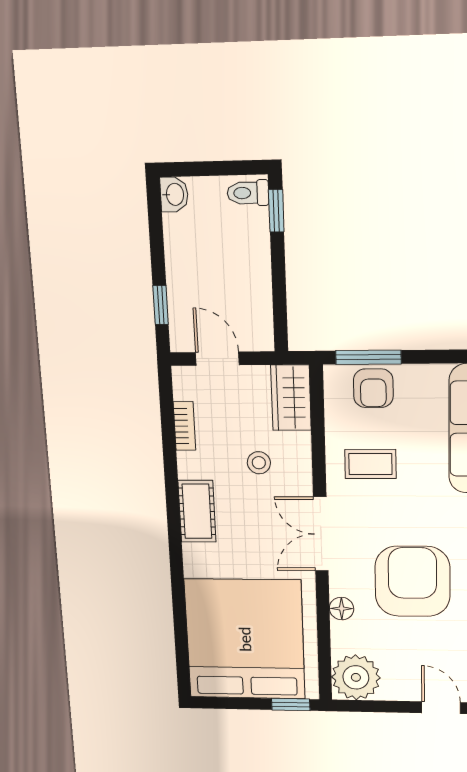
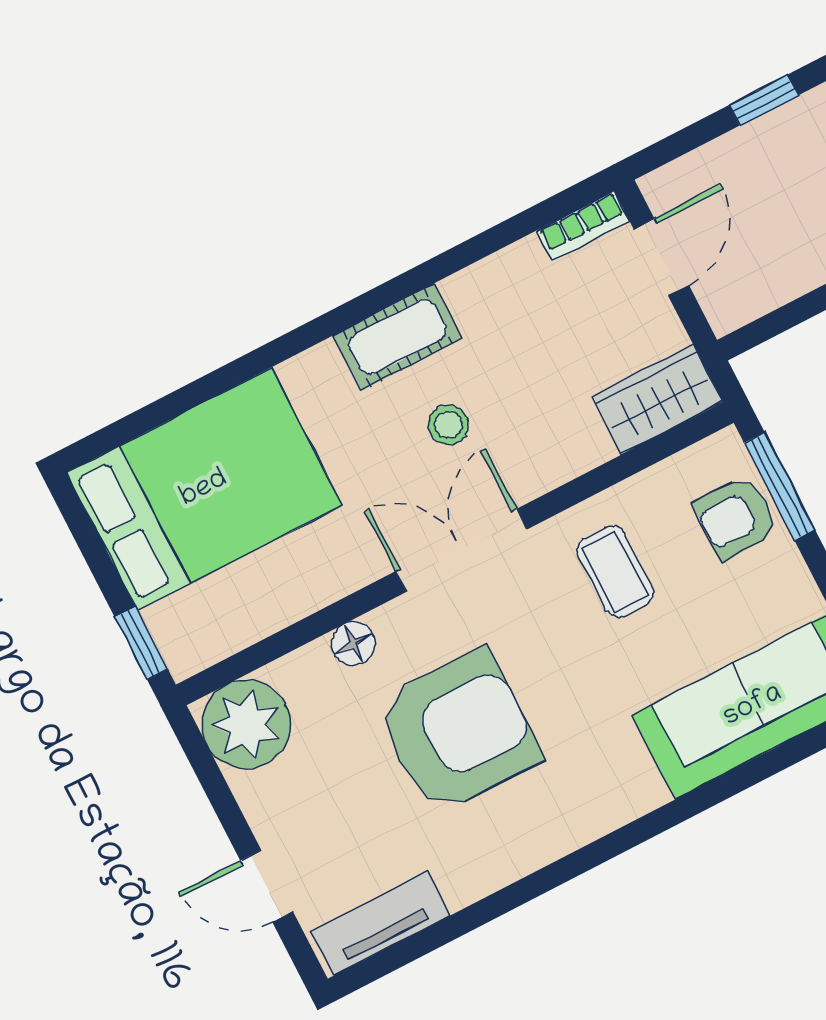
window: (161, 305) -> (764, 100), moved
bookcase: (184, 426) -> (583, 226), moved
stool: (259, 463) -> (448, 425), moved
bed: (245, 639) -> (204, 489), width x0.73
door: (441, 708) -> (267, 886), swing flipped

